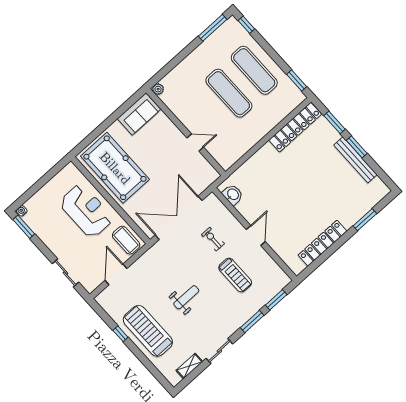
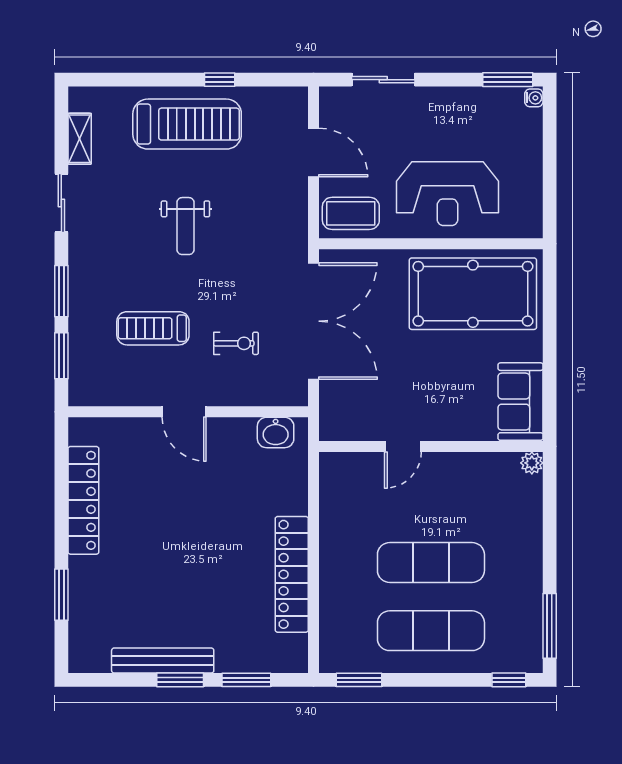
locker: (295, 127) -> (292, 574), moved

